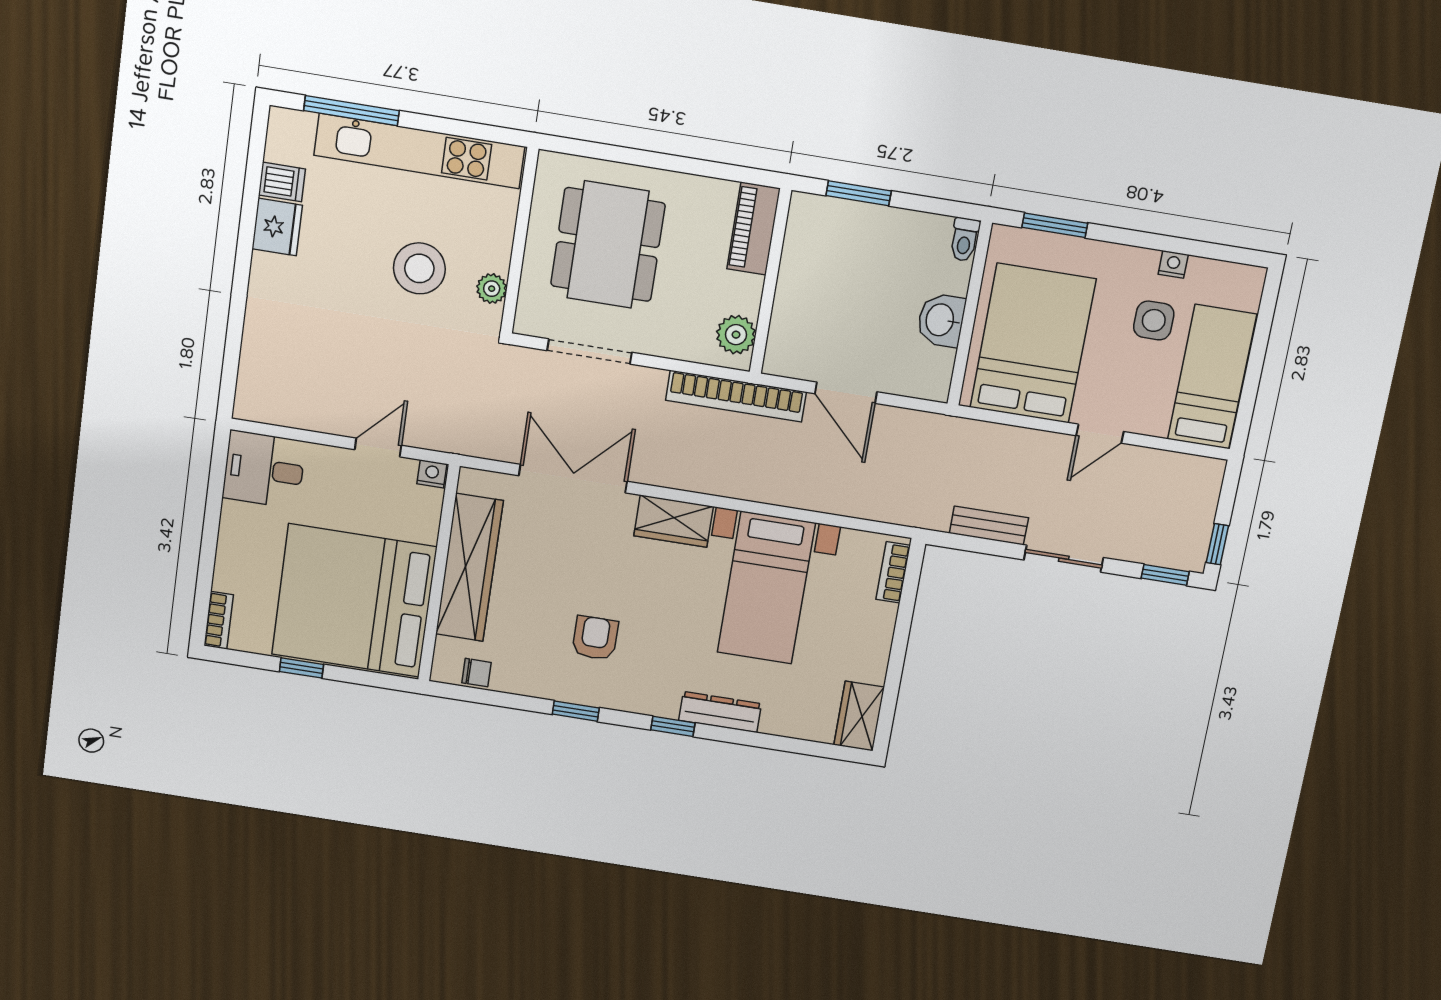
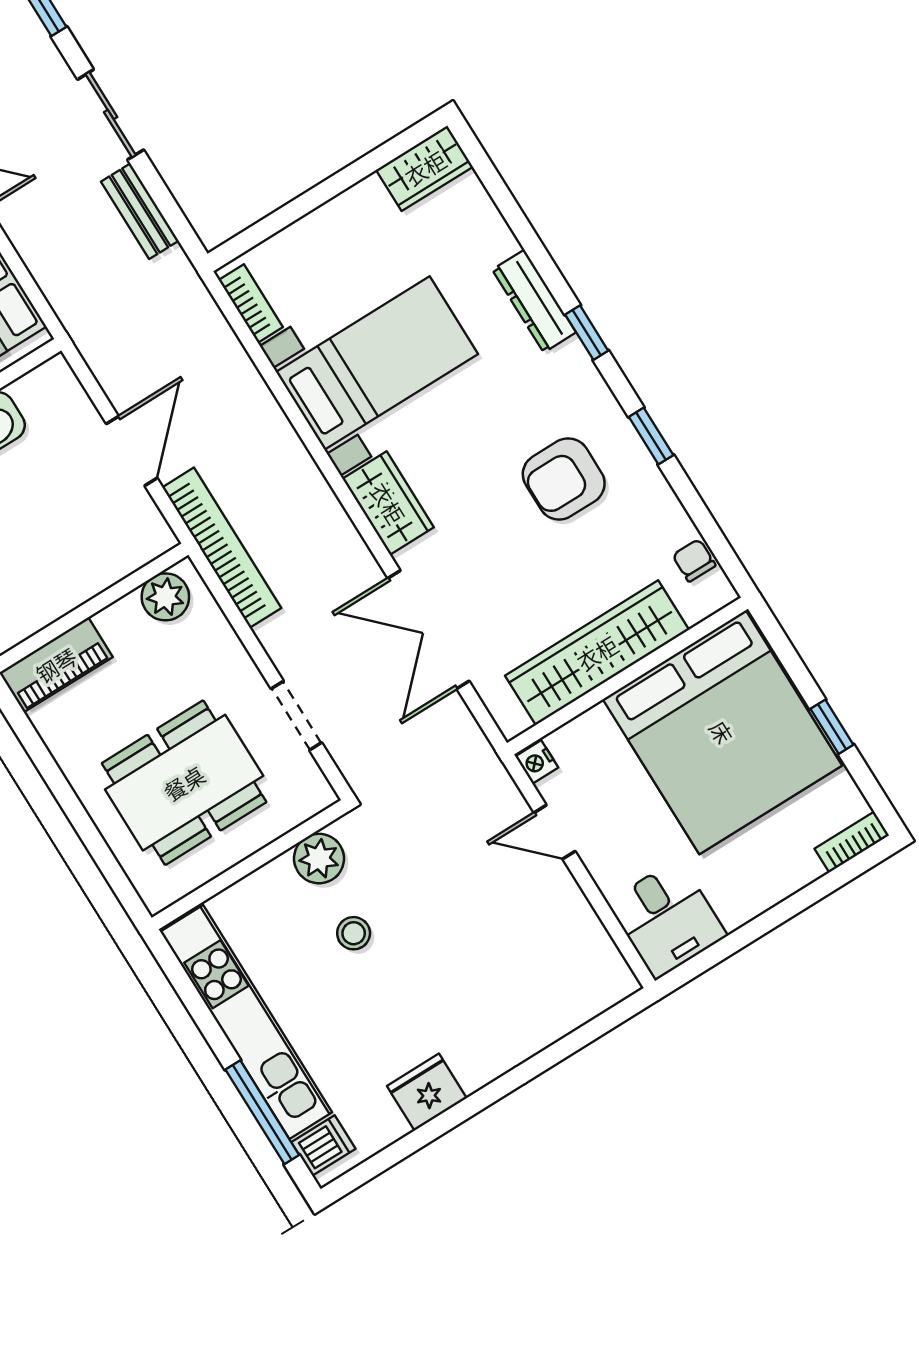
dishwasher: (282, 182) -> (323, 1145), moved, turned 90
stool: (419, 268) -> (354, 933), width x0.53, depth x0.53
plant: (492, 289) -> (319, 859), width x1.38, depth x1.38
doorway: (589, 351) -> (296, 716), width x0.73
bookcase: (893, 572) -> (251, 304), moved, turned -90
armchair: (595, 638) -> (564, 479), width x1.38, depth x1.38

